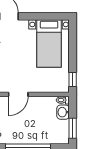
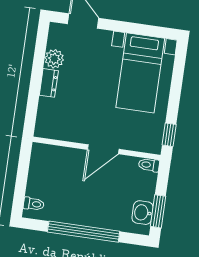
door: (18, 94) -> (103, 149), moved
washbasin: (63, 112) -> (143, 213), moved

